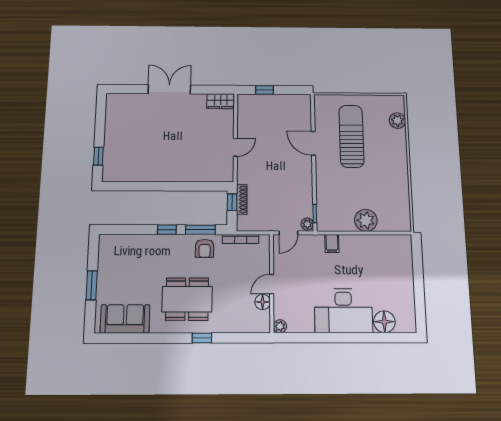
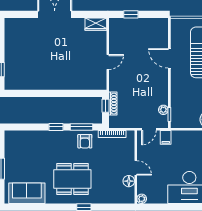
plant: (307, 224) -> (163, 110), moved
filing cabinet: (332, 244) -> (166, 137), moved
door: (272, 284) -> (136, 168), swing flipped

